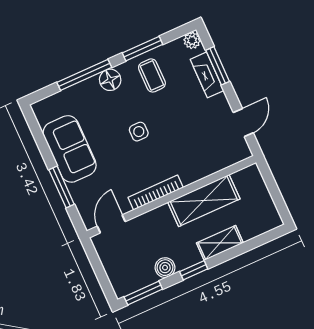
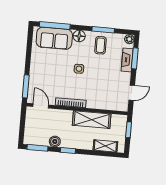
window: (84, 75) -> (55, 26), moved
sofa: (70, 149) -> (54, 38), moved, turned 90
window: (271, 184) -> (129, 130), added
window: (62, 187) -> (26, 86), moved
door: (111, 224) -> (41, 106), hinge flipped
shelving: (220, 243) -> (105, 146), moved

